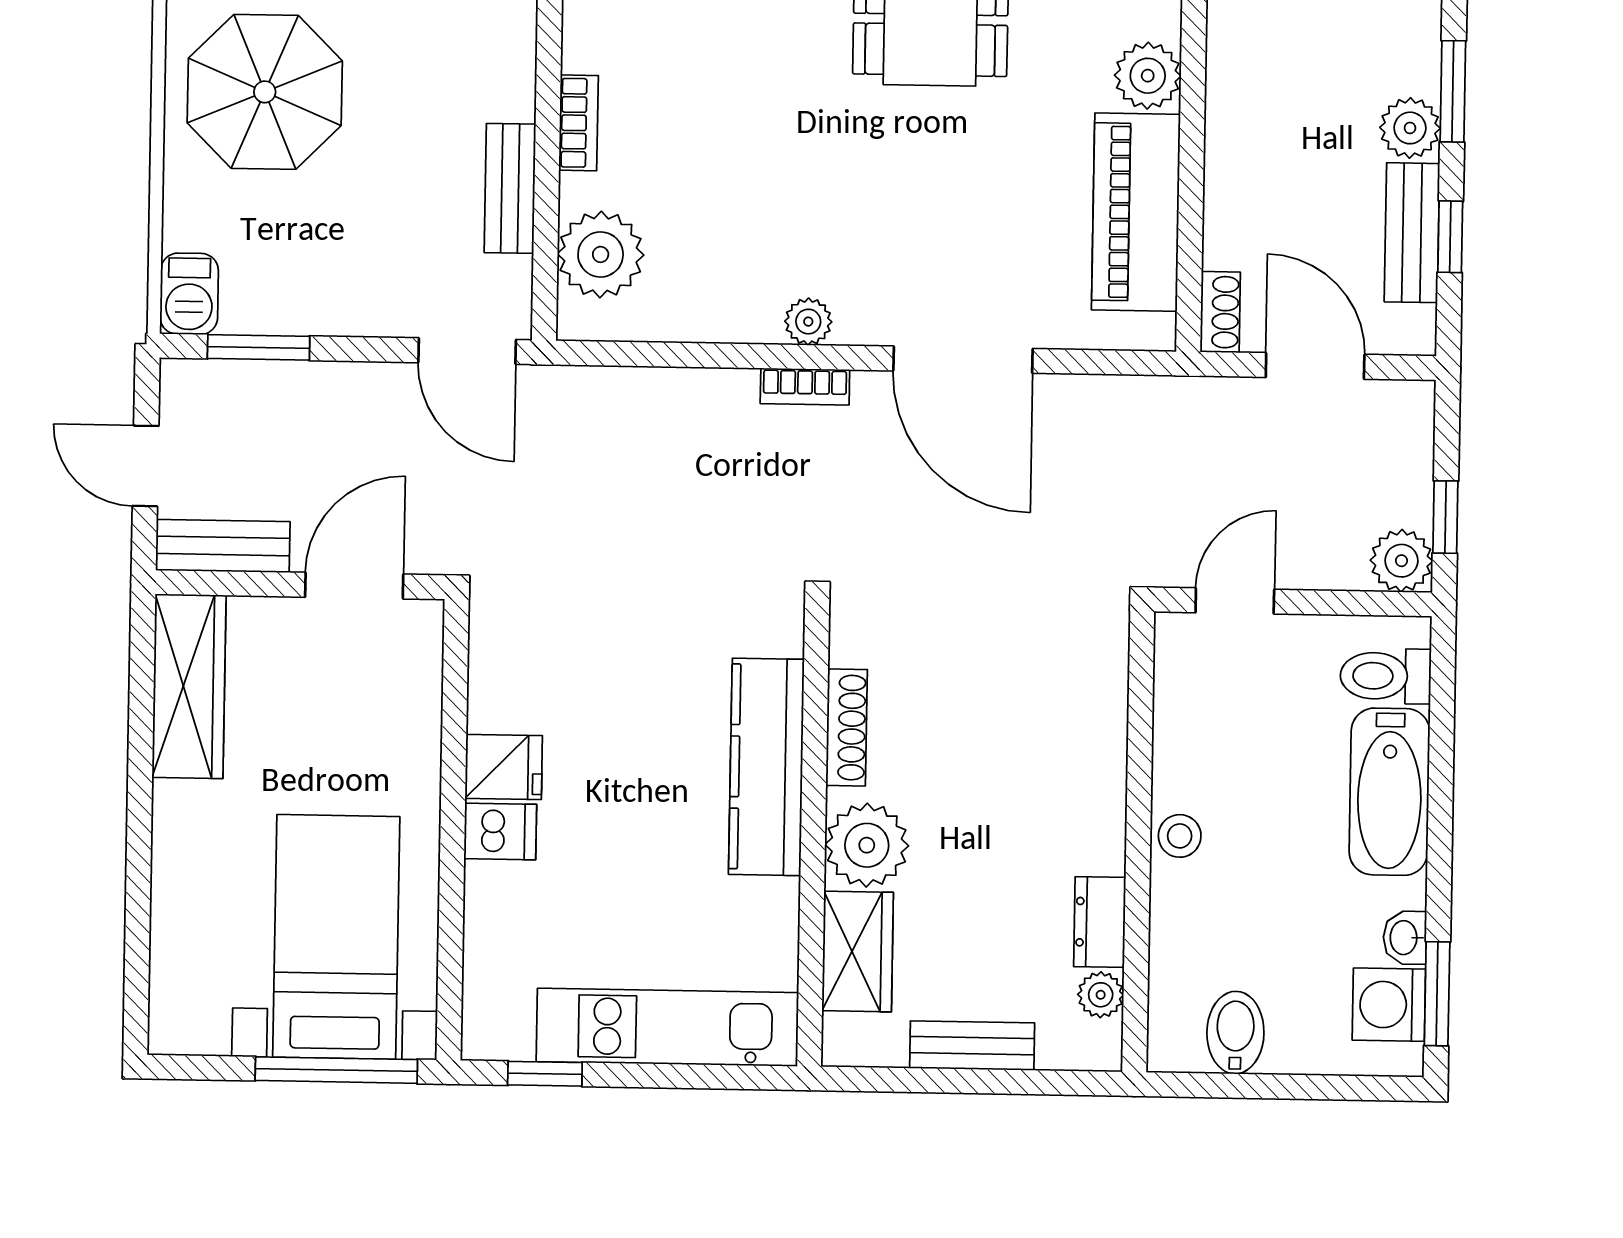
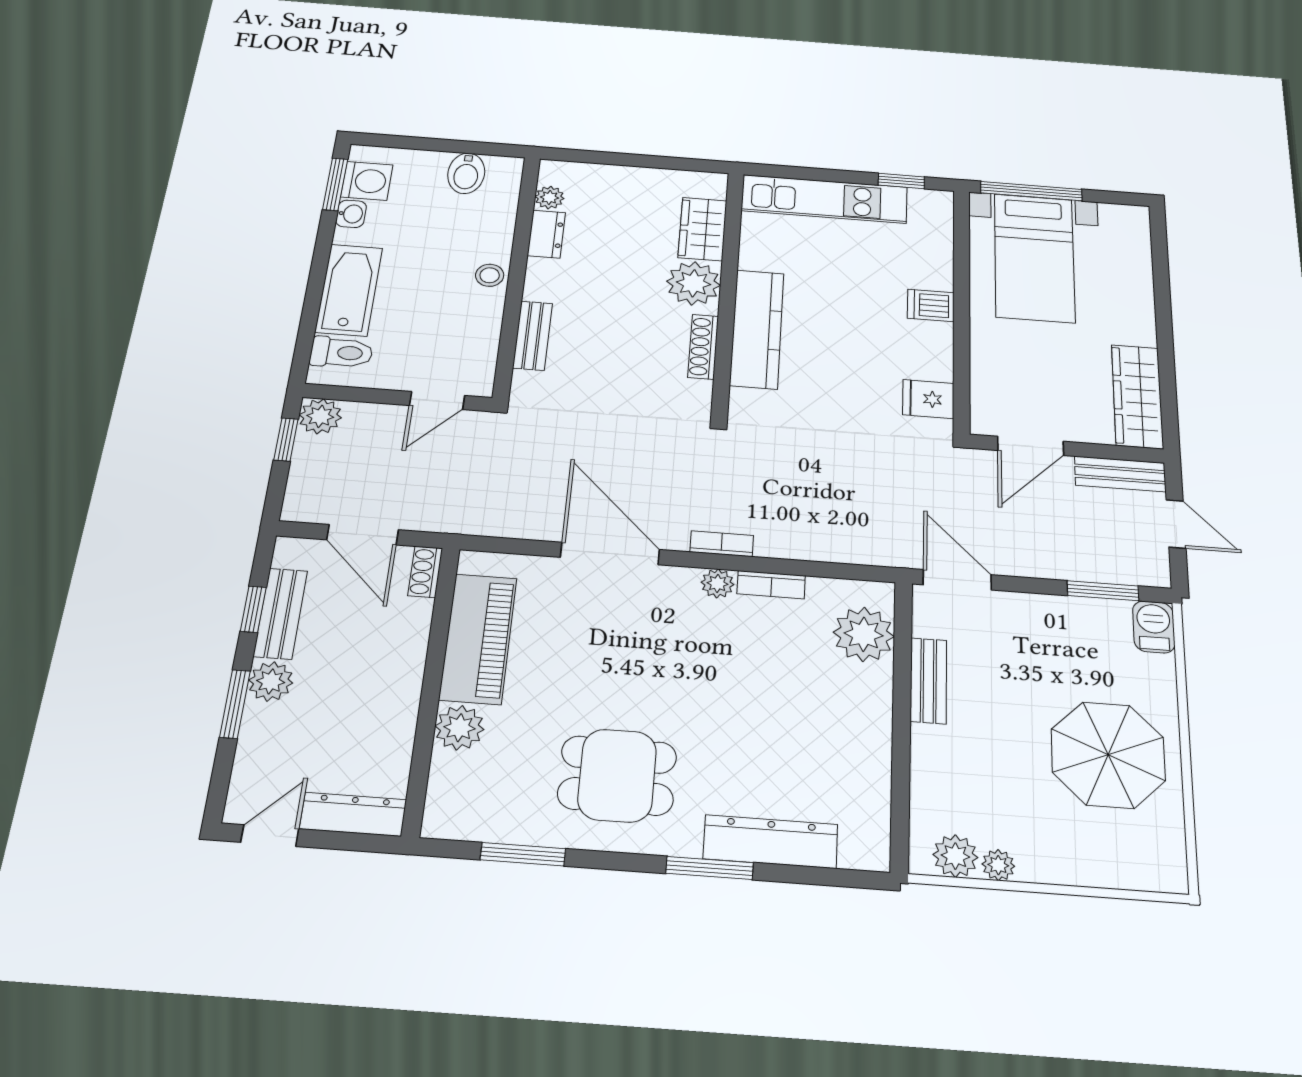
bookcase: (579, 123) -> (771, 585), moved, turned -90
fridge: (504, 767) -> (928, 399), moved
bench: (972, 1046) -> (533, 336), moved, turned 90

